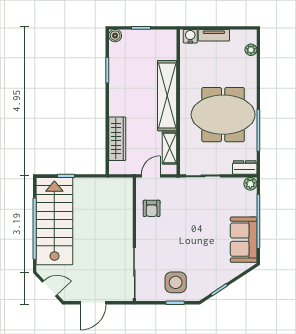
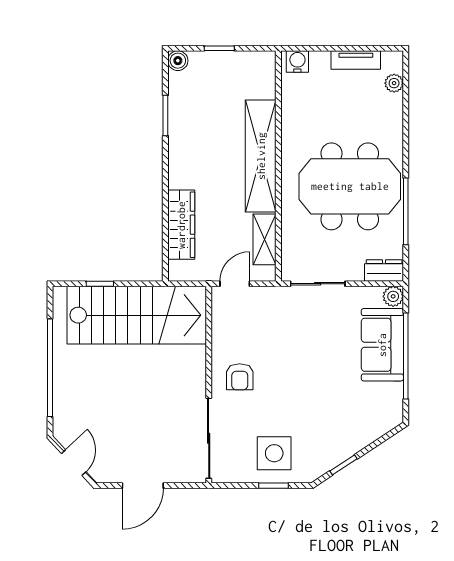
tv unit: (214, 35) -> (356, 60), moved
armchair: (152, 208) -> (240, 377), moved
stairs: (54, 221) -> (137, 315), moved, turned 90
sofa: (244, 240) -> (382, 345), moved
door: (50, 288) -> (74, 463), hinge flipped

